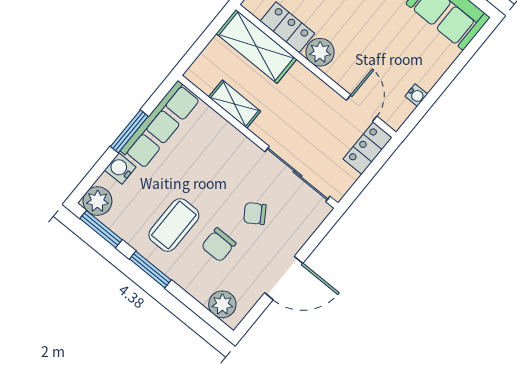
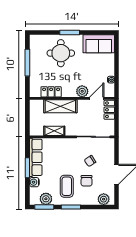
shelving: (256, 46) -> (60, 106), moved
plant: (320, 52) -> (82, 91), moved
door: (362, 108) -> (97, 98), hinge flipped
plant: (97, 201) -> (46, 199), moved

